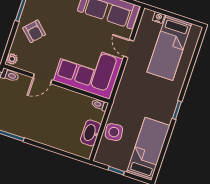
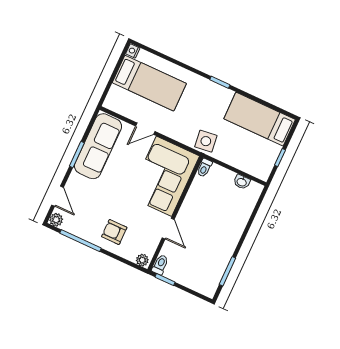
nightstand: (159, 17) -> (133, 51), moved
armchair: (34, 31) -> (114, 232), turned -133
side table: (114, 132) -> (206, 141), moved
washbasin: (91, 133) -> (242, 182), width x0.52, depth x0.69

